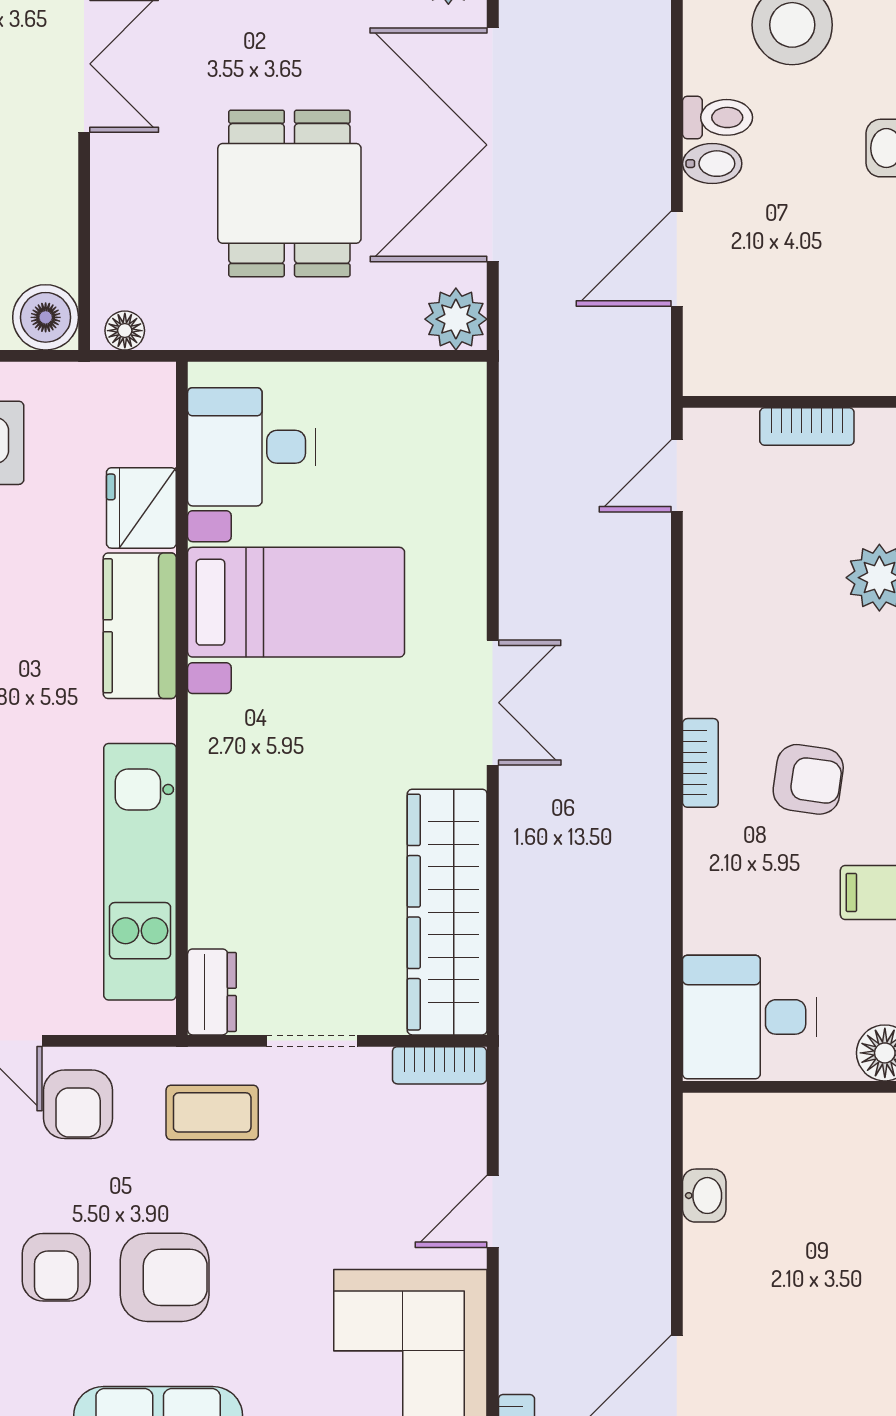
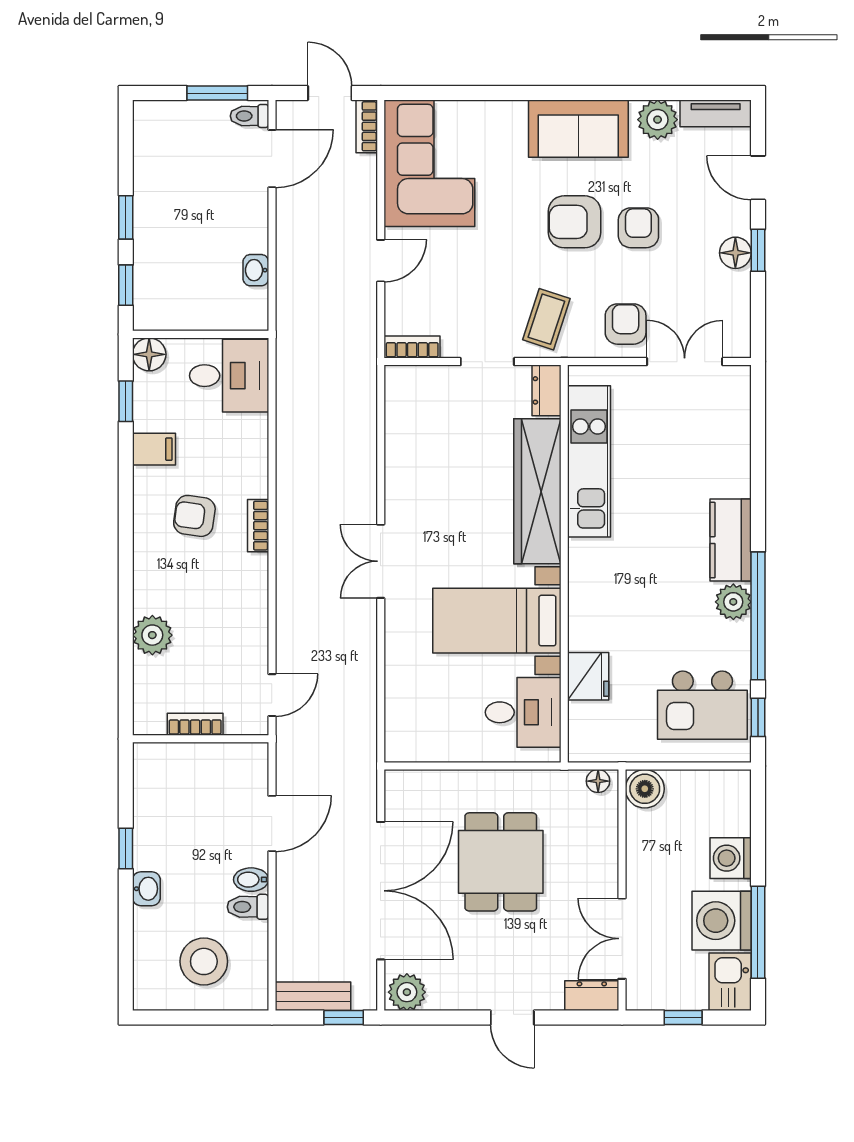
plant: (456, 319) -> (402, 788), removed
kitchen counter: (140, 626) -> (589, 607), removed
wardrobe: (447, 912) -> (537, 491), moved, turned 180
coffee table: (212, 1112) -> (546, 319), turned -72

